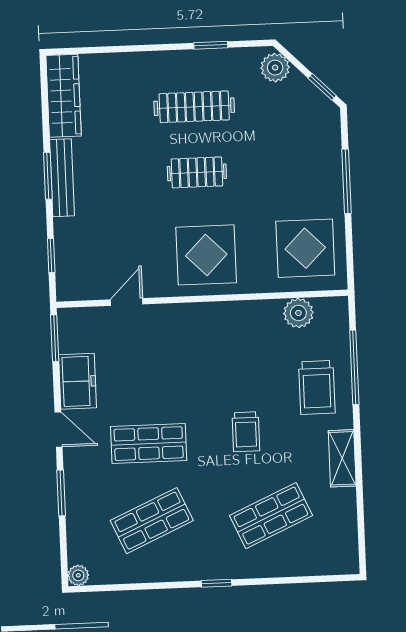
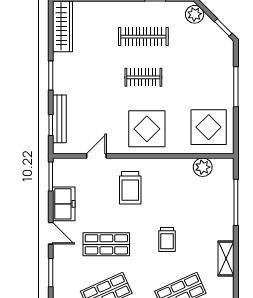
bench: (62, 178) -> (59, 119), moved
trolley: (317, 387) -> (130, 188), moved

